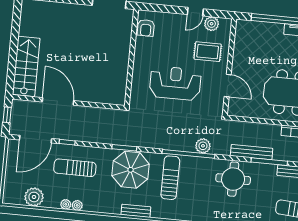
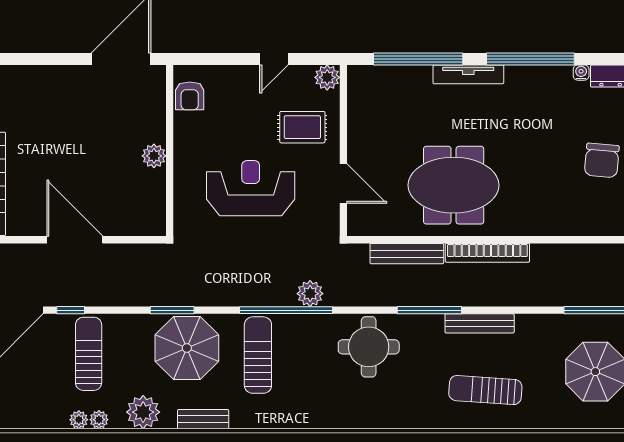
plant: (212, 24) -> (327, 77), moved
plant: (122, 60) -> (154, 156), added
door: (58, 101) -> (75, 240), moved
bench: (252, 152) -> (407, 254), moved
sun lounger: (75, 168) -> (89, 354), turned 90
plant: (34, 197) -> (143, 412), moved

